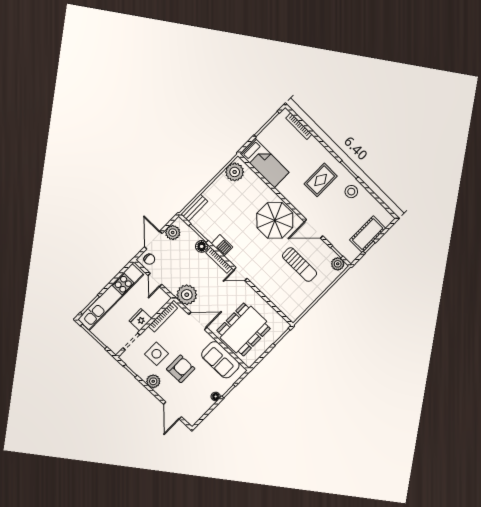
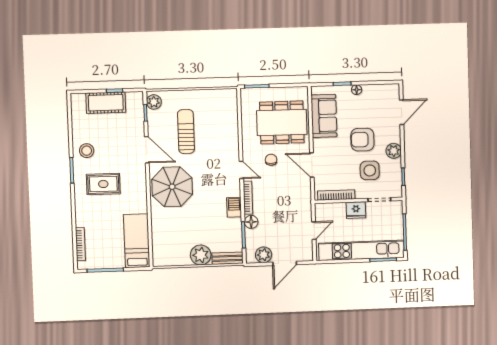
plant: (235, 172) -> (201, 255), moved
chair: (149, 259) -> (271, 160), moved
plant: (187, 295) -> (300, 195), removed

